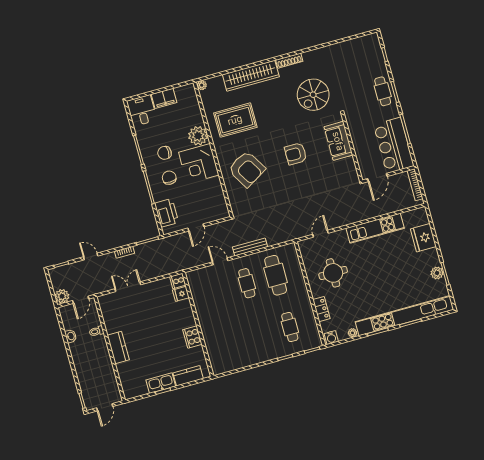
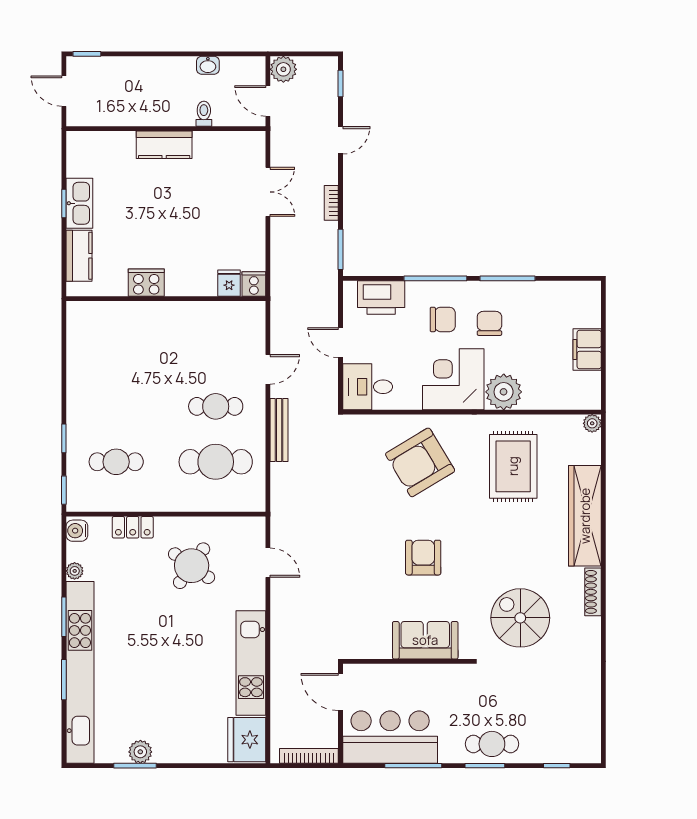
desk: (142, 111) -> (368, 387), moved, turned 180
fridge: (423, 238) -> (247, 740), moved, turned -90
round table: (333, 273) -> (192, 566), turned 35

